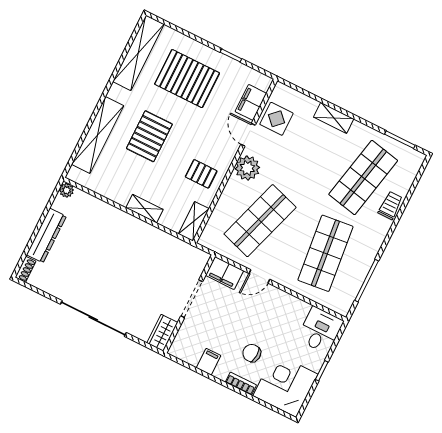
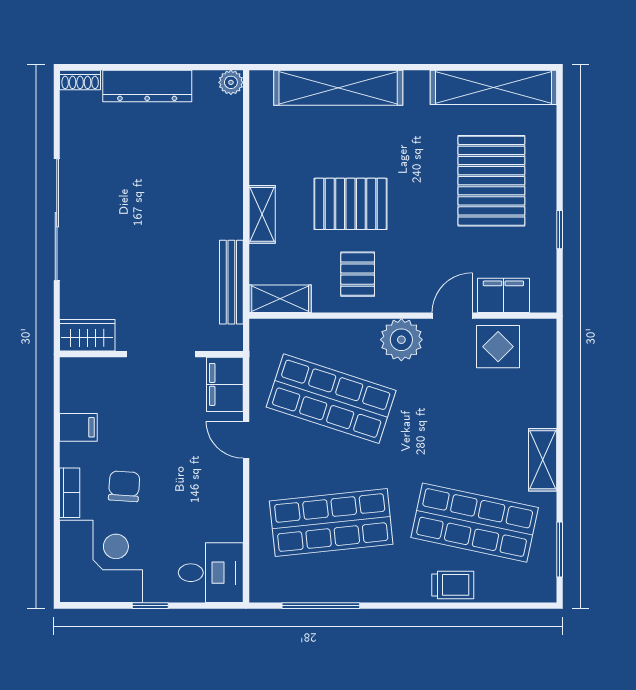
shelving: (334, 118) -> (543, 460), moved
pallet: (149, 136) -> (350, 204), moved
bench: (172, 243) -> (231, 282), added

